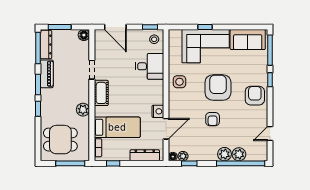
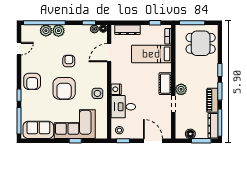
floor lamp: (84, 35) -> (190, 134), moved
plant: (83, 110) -> (181, 89), moved
nightstand: (158, 111) -> (116, 89), moved

